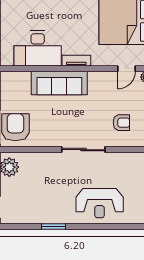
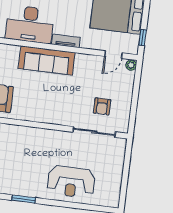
armchair: (121, 123) -> (102, 106), turned 90
sliding door: (83, 150) -> (94, 132), moved

